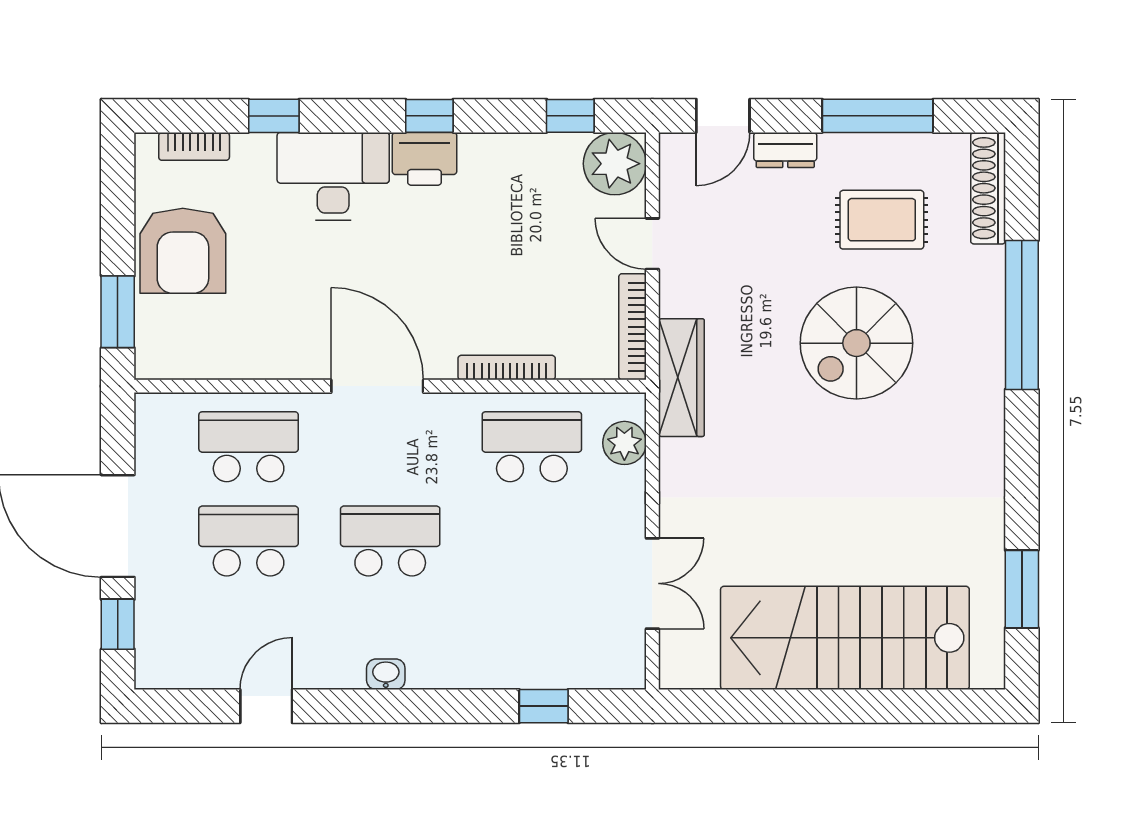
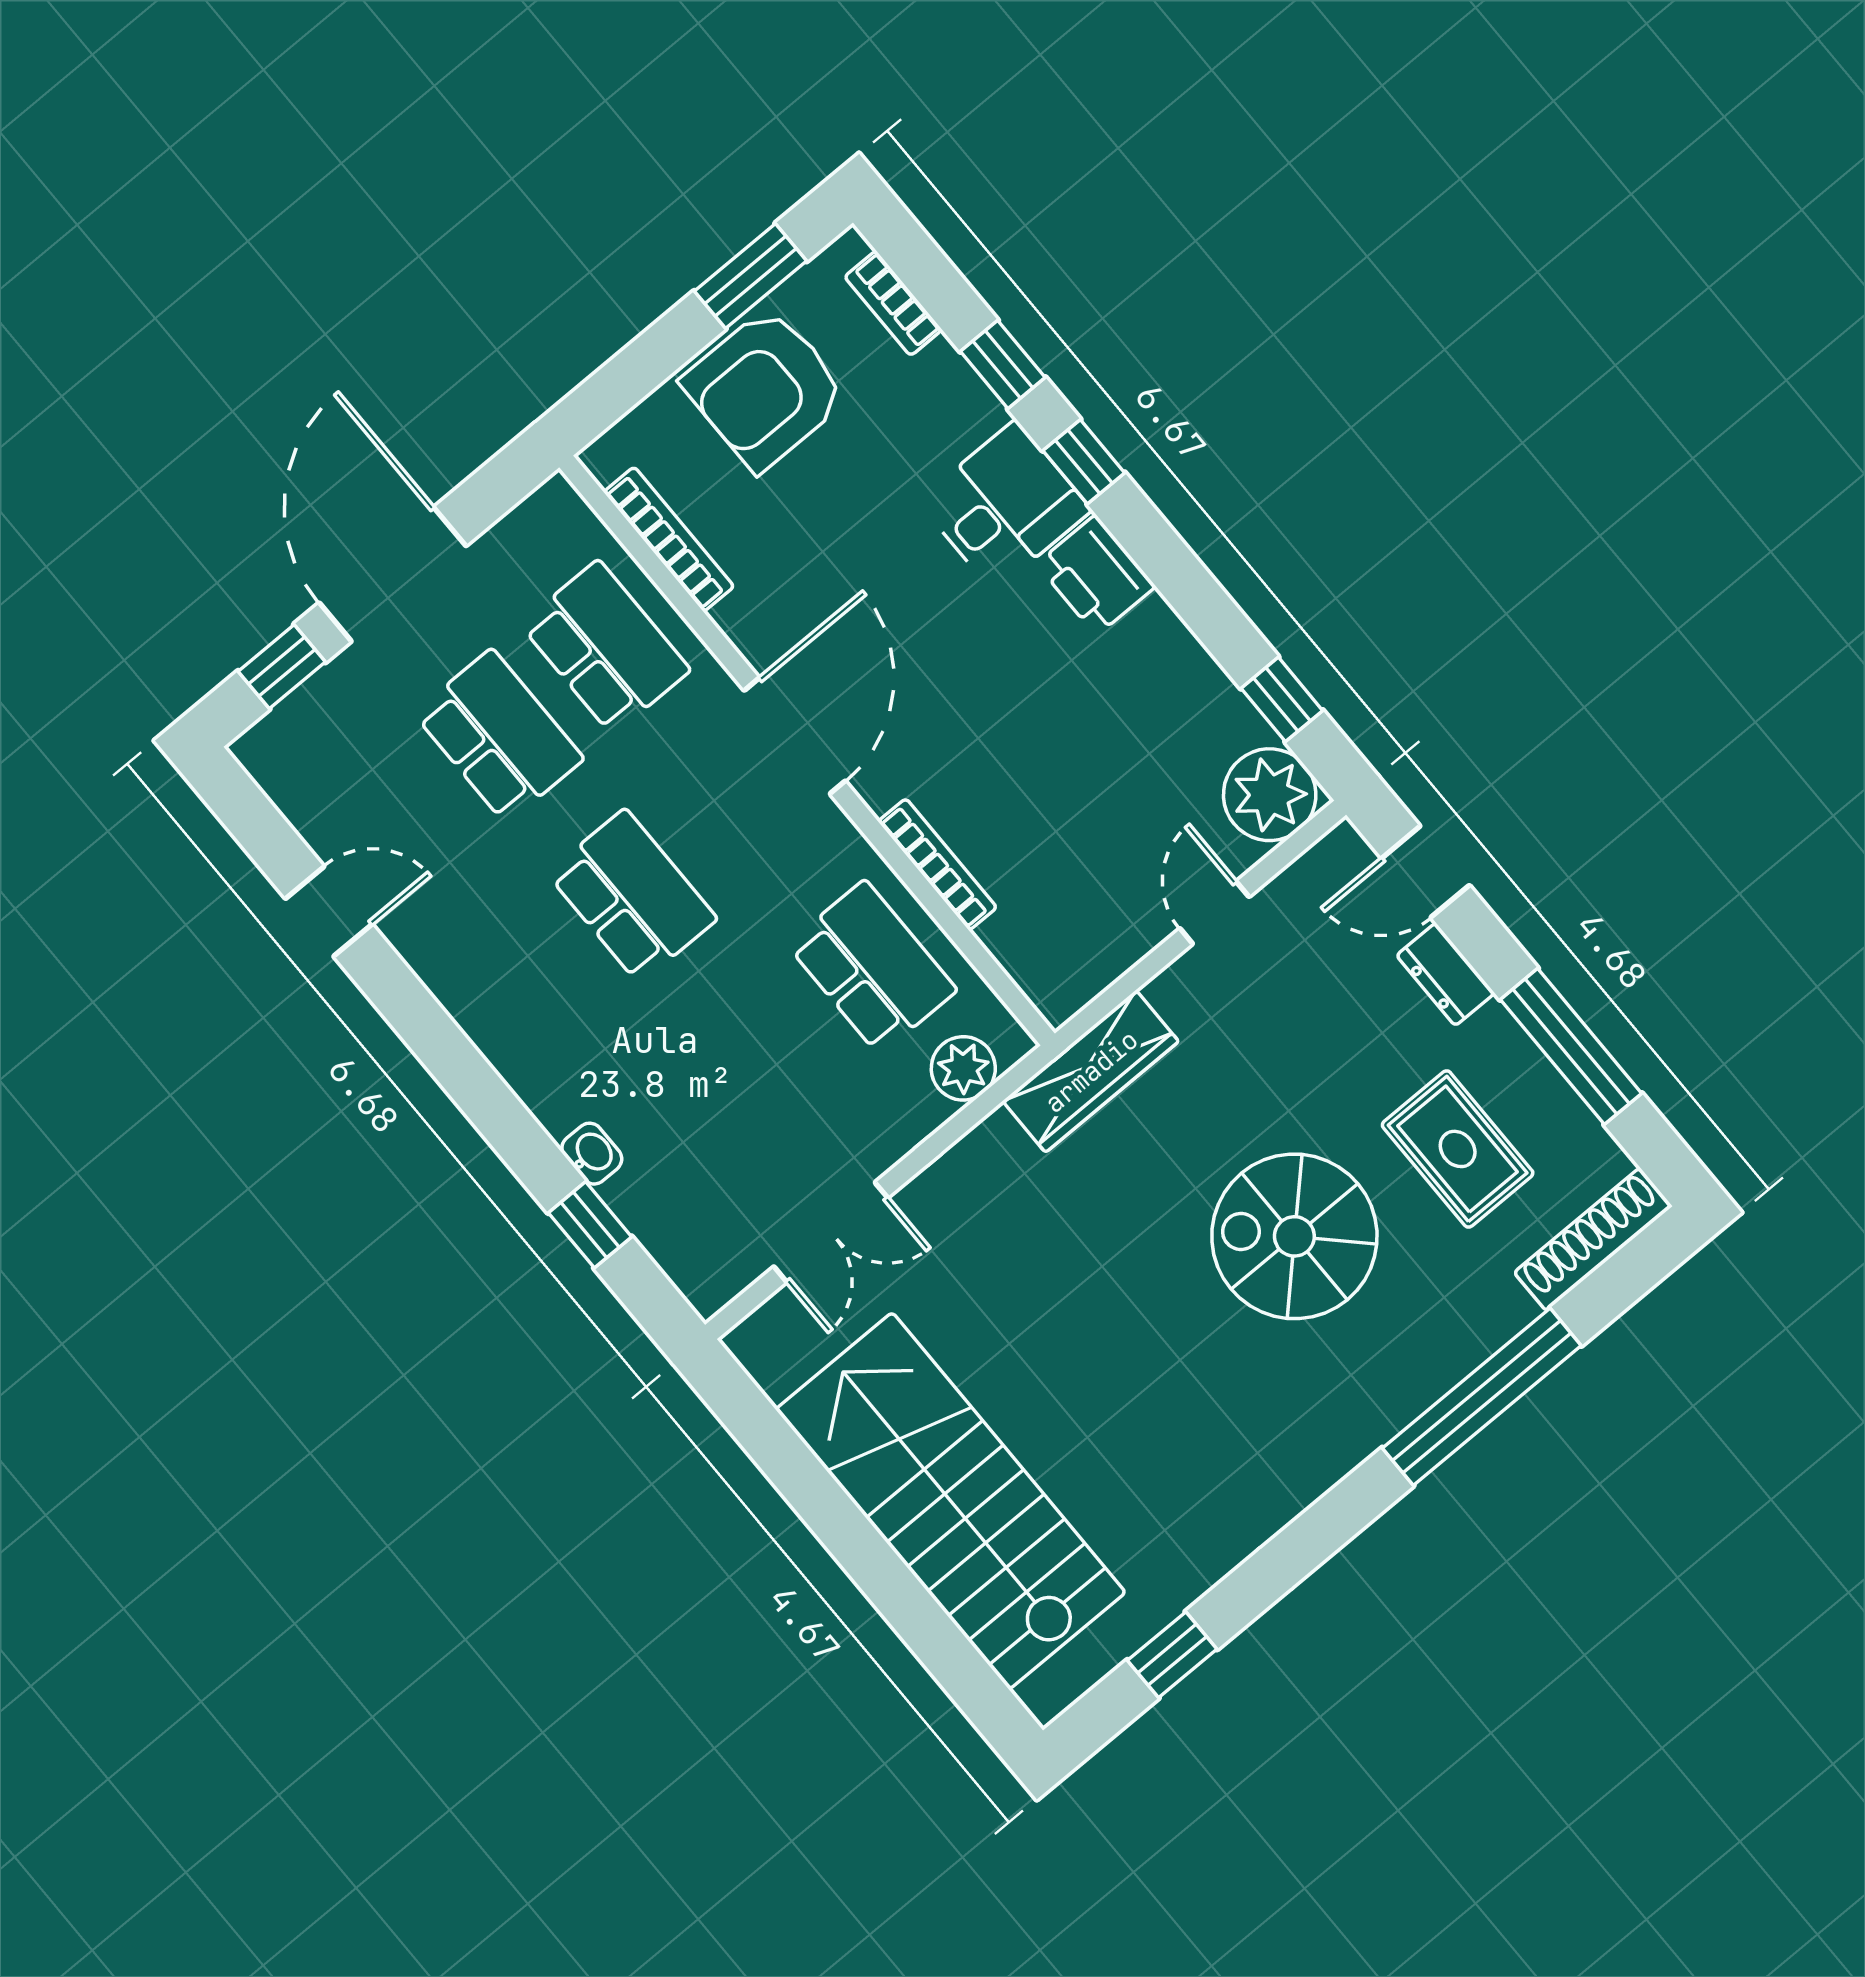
window: (429, 116) -> (1084, 462), moved
desk: (333, 176) -> (1005, 506), width x0.73
window: (118, 312) -> (750, 276), moved
bookcase: (633, 327) -> (669, 539), moved, turned 90
window: (1022, 589) -> (1172, 1655), width x0.67
washbasin: (386, 674) -> (592, 1154), moved

